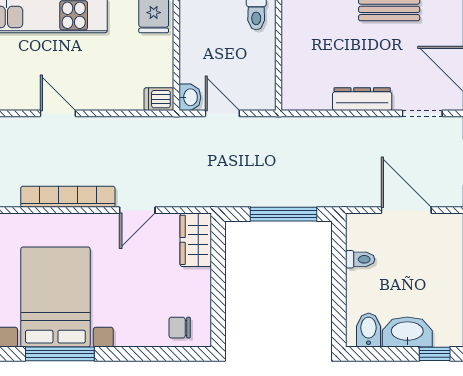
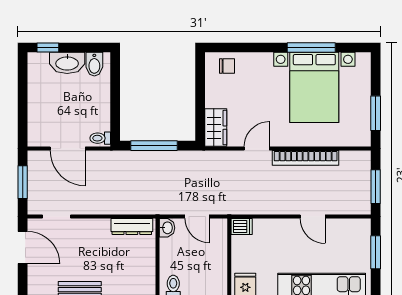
washbasin: (190, 97) -> (167, 228), moved, turned 180
dresser: (362, 99) -> (132, 227), moved
toilet: (360, 259) -> (100, 138), moved

